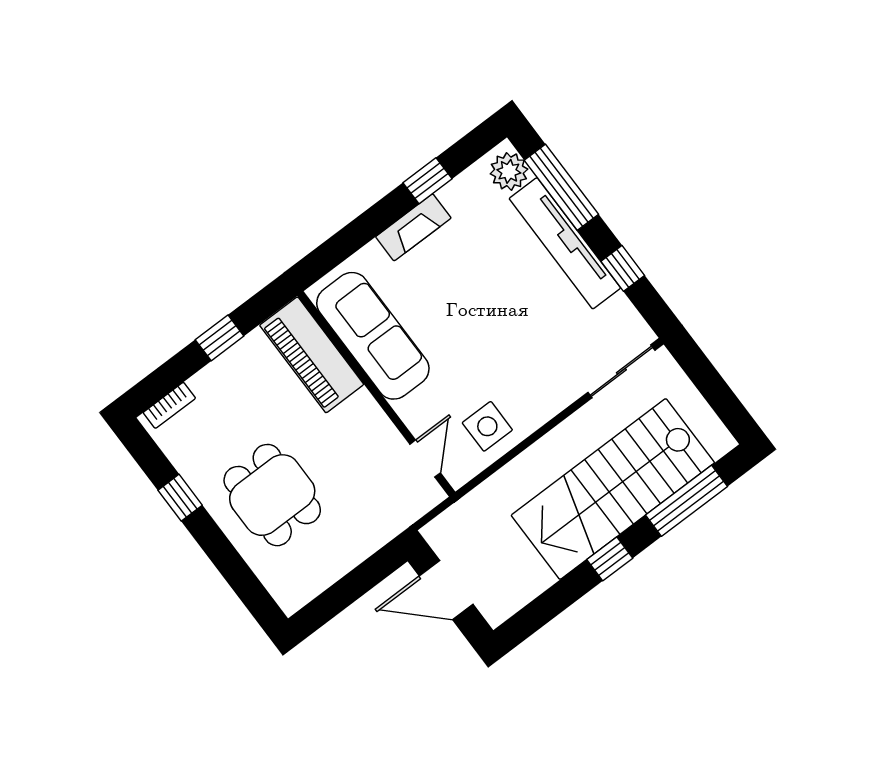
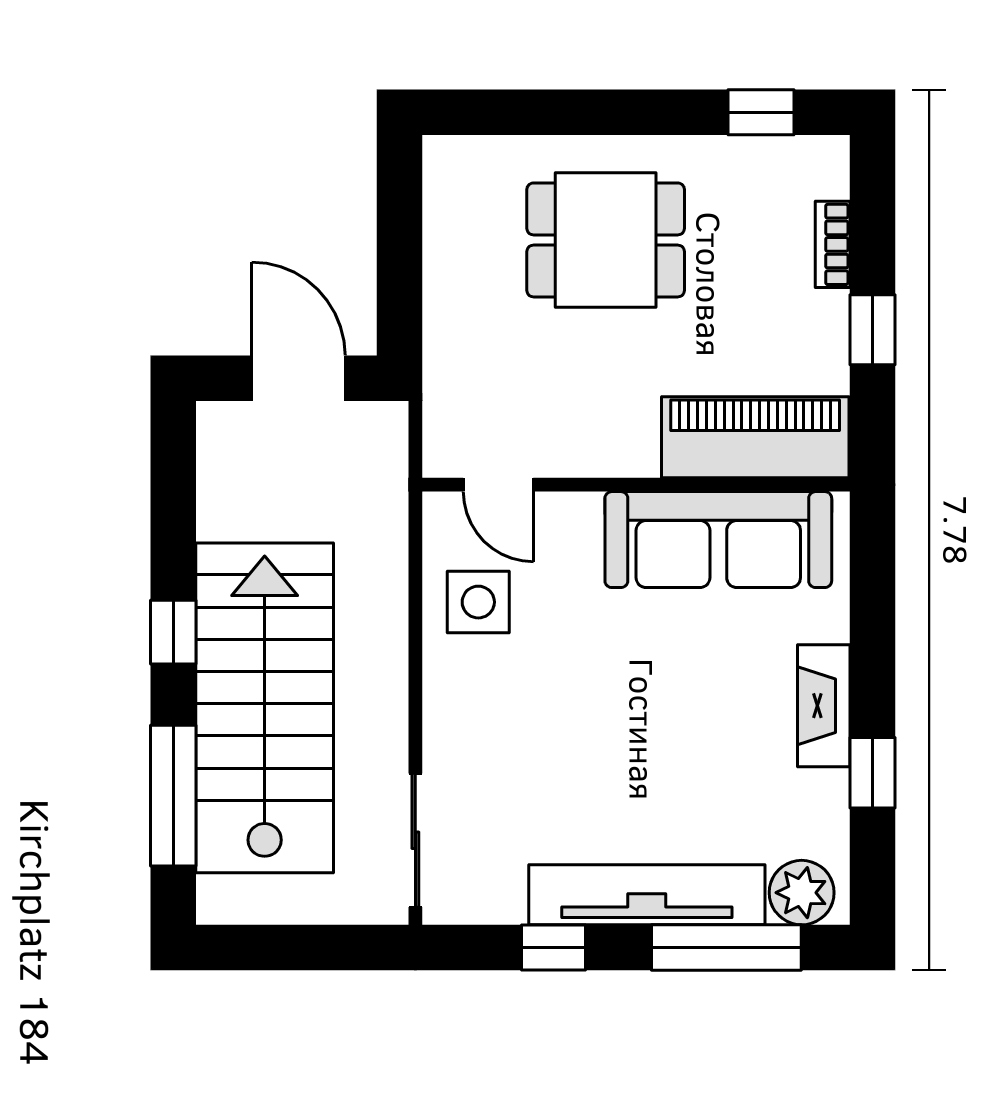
bookcase: (169, 405) -> (833, 244), moved
window: (180, 498) -> (761, 112), moved
door: (446, 590) -> (299, 378), hinge flipped

